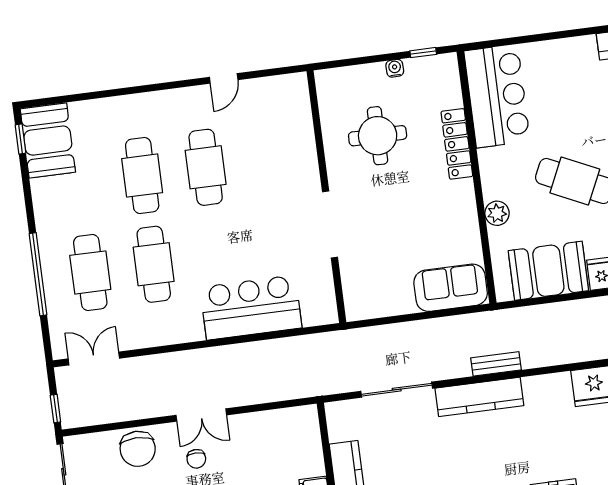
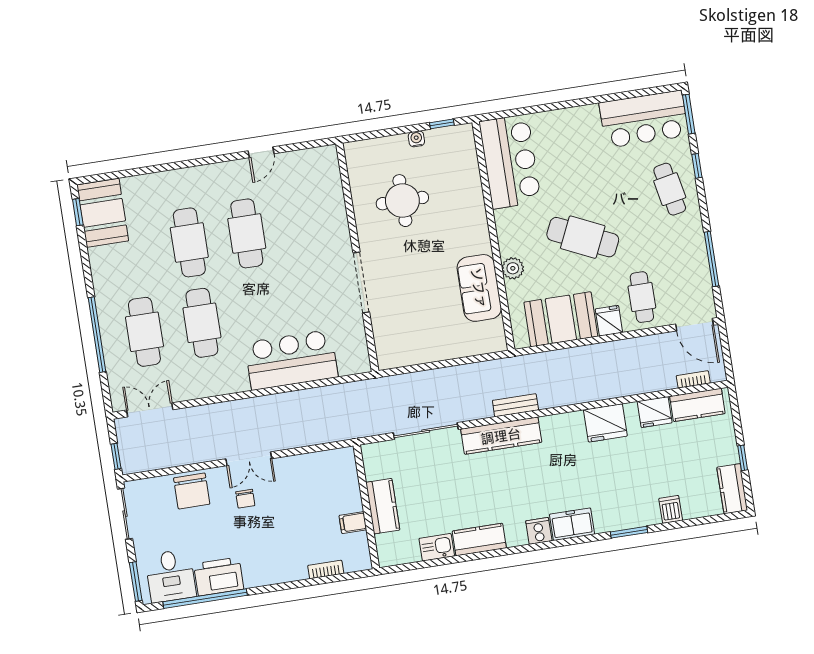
locker: (457, 144) -> (475, 206), removed
sofa: (451, 288) -> (479, 288), moved, turned -90

